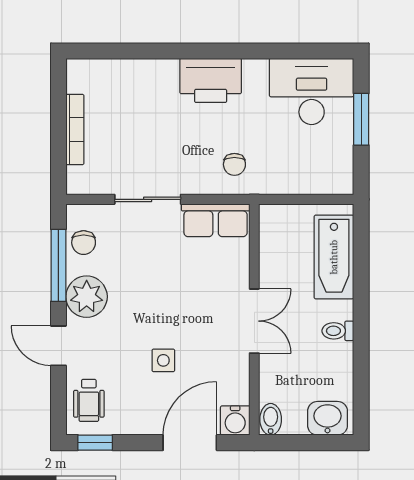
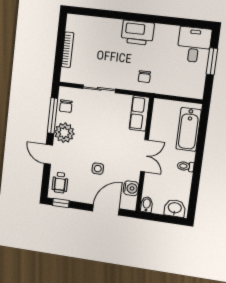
desk: (312, 91) -> (194, 45), width x0.73
row of seats: (216, 220) -> (139, 113), moved, turned 90
water cooler: (235, 421) -> (131, 188), moved, turned -90

